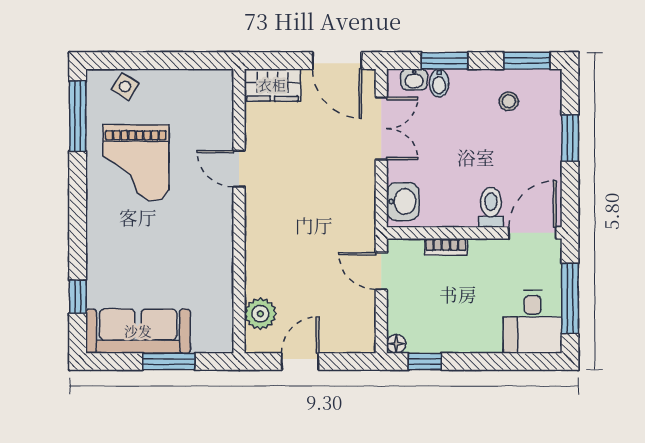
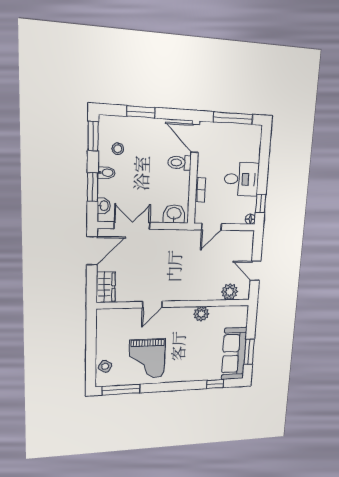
bidet: (439, 83) -> (106, 173), moved
grand piano: (136, 163) -> (147, 359), turned 90
plant: (219, 261) -> (201, 314), added
desk: (533, 322) -> (242, 179), moved
window: (169, 362) -> (249, 352), moved

